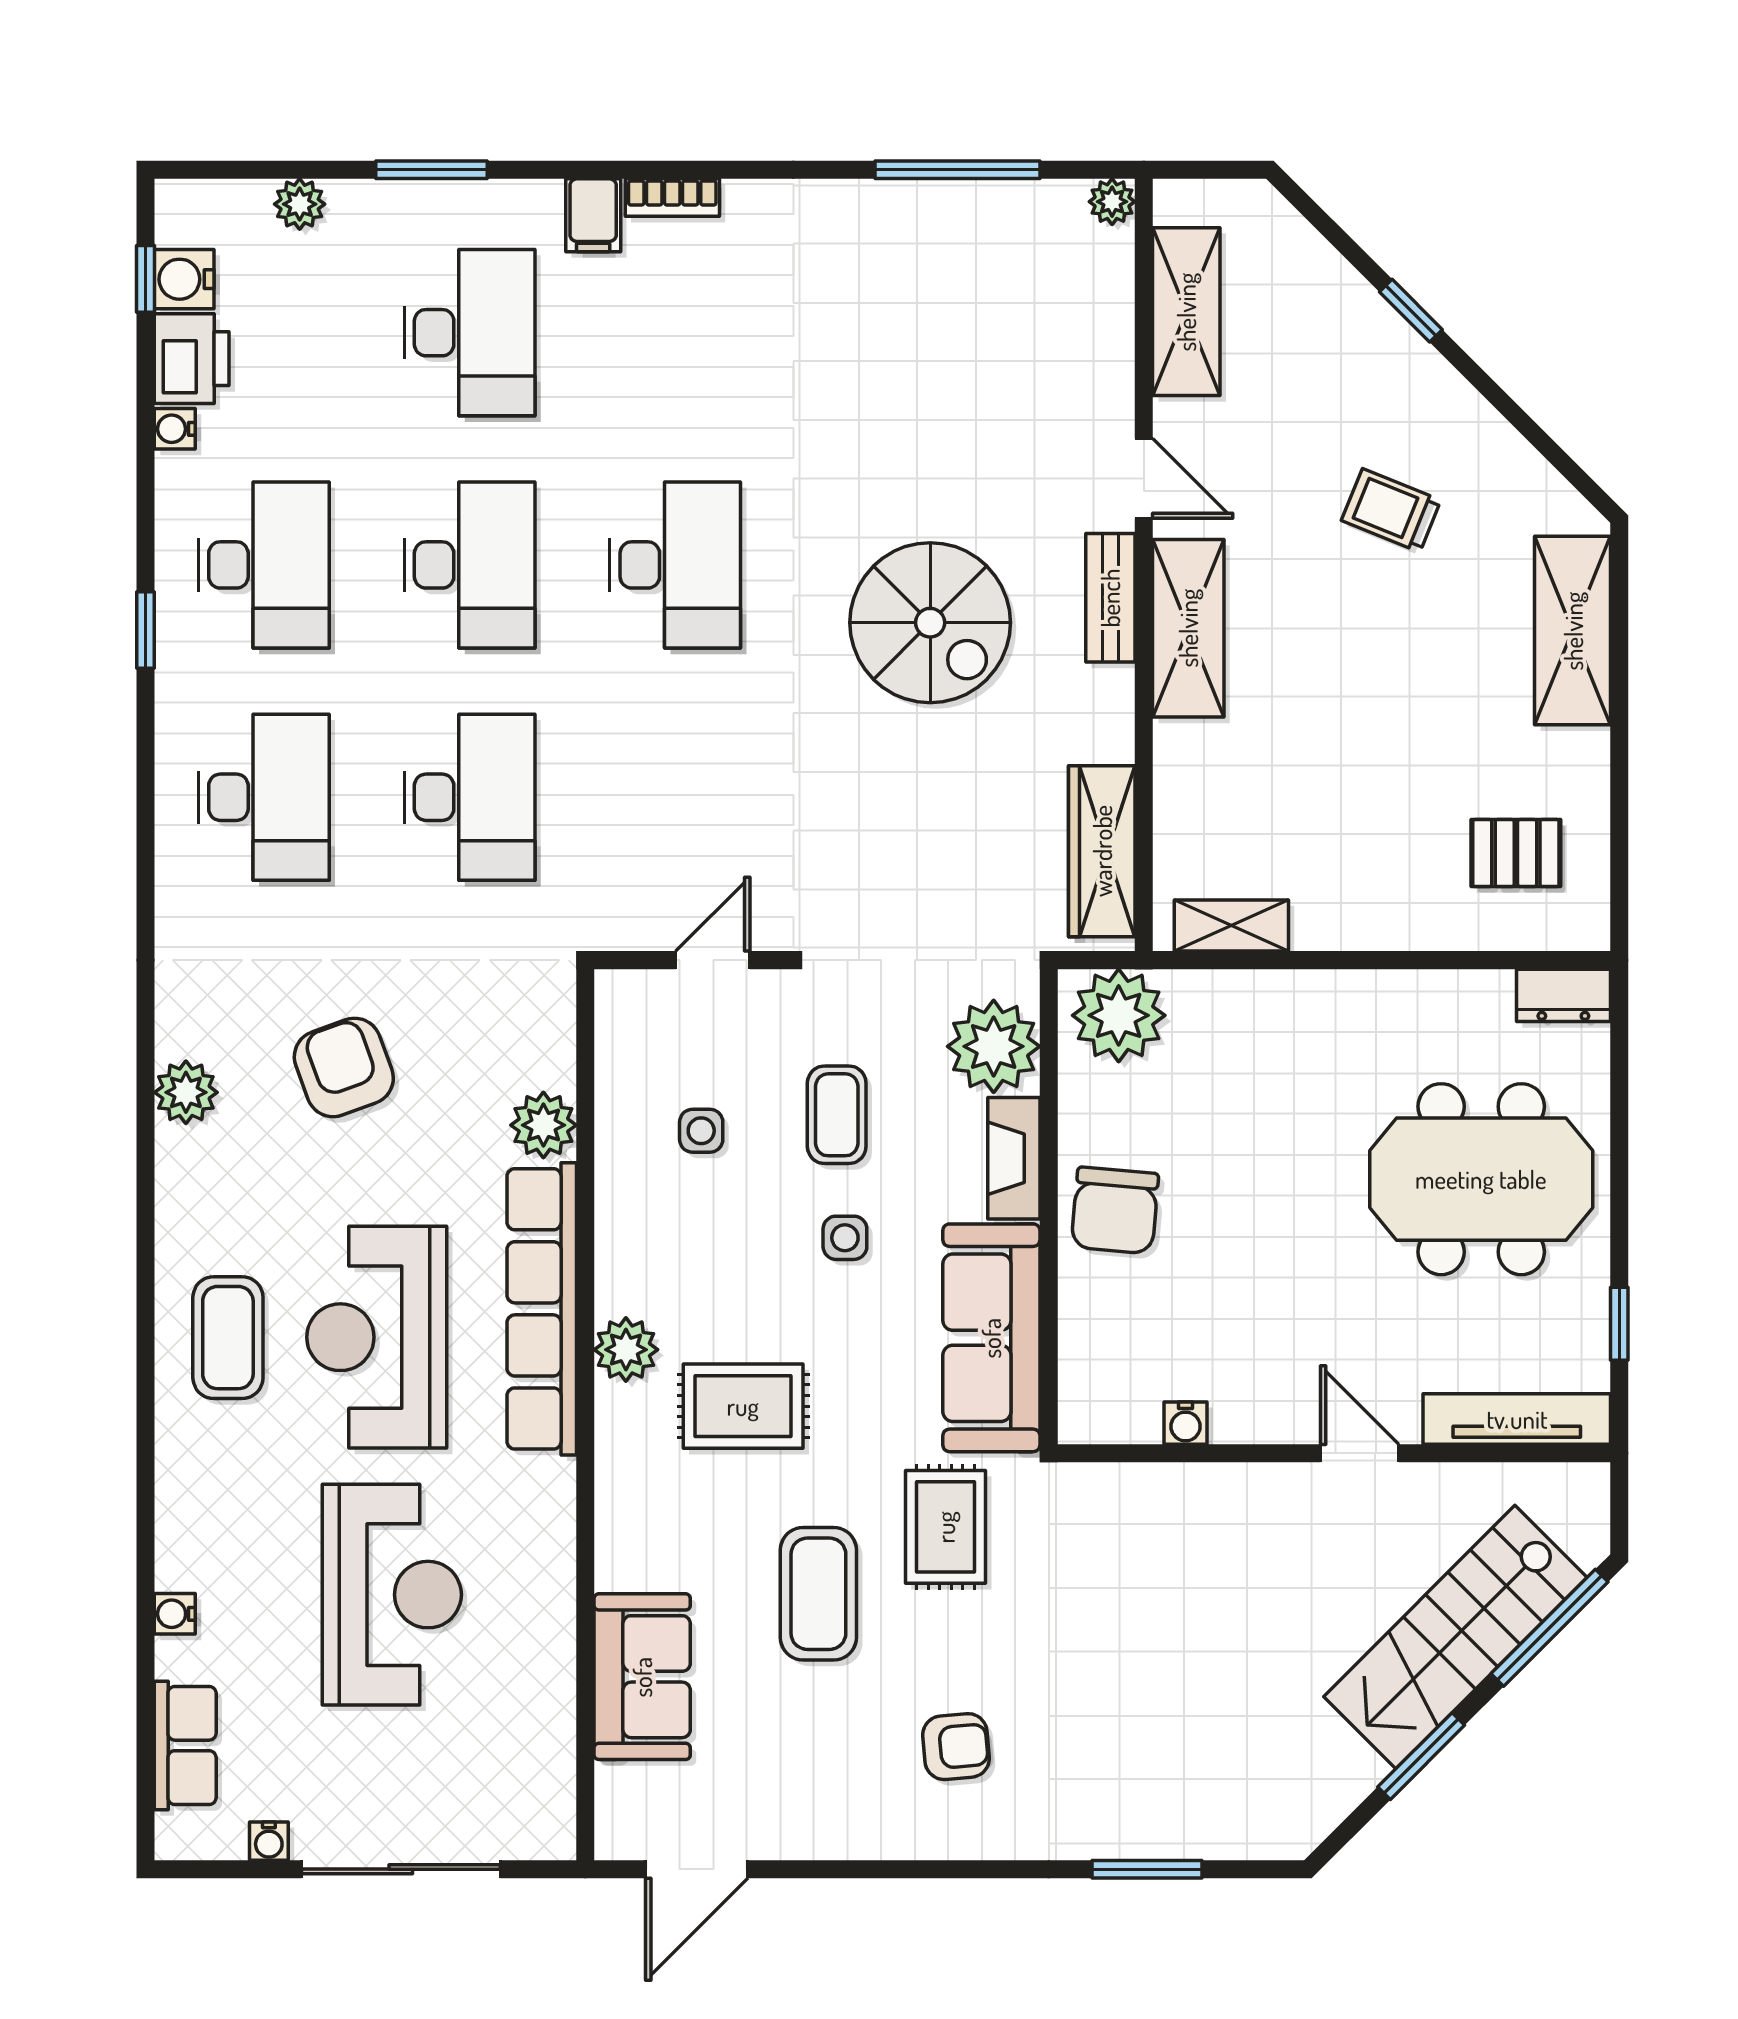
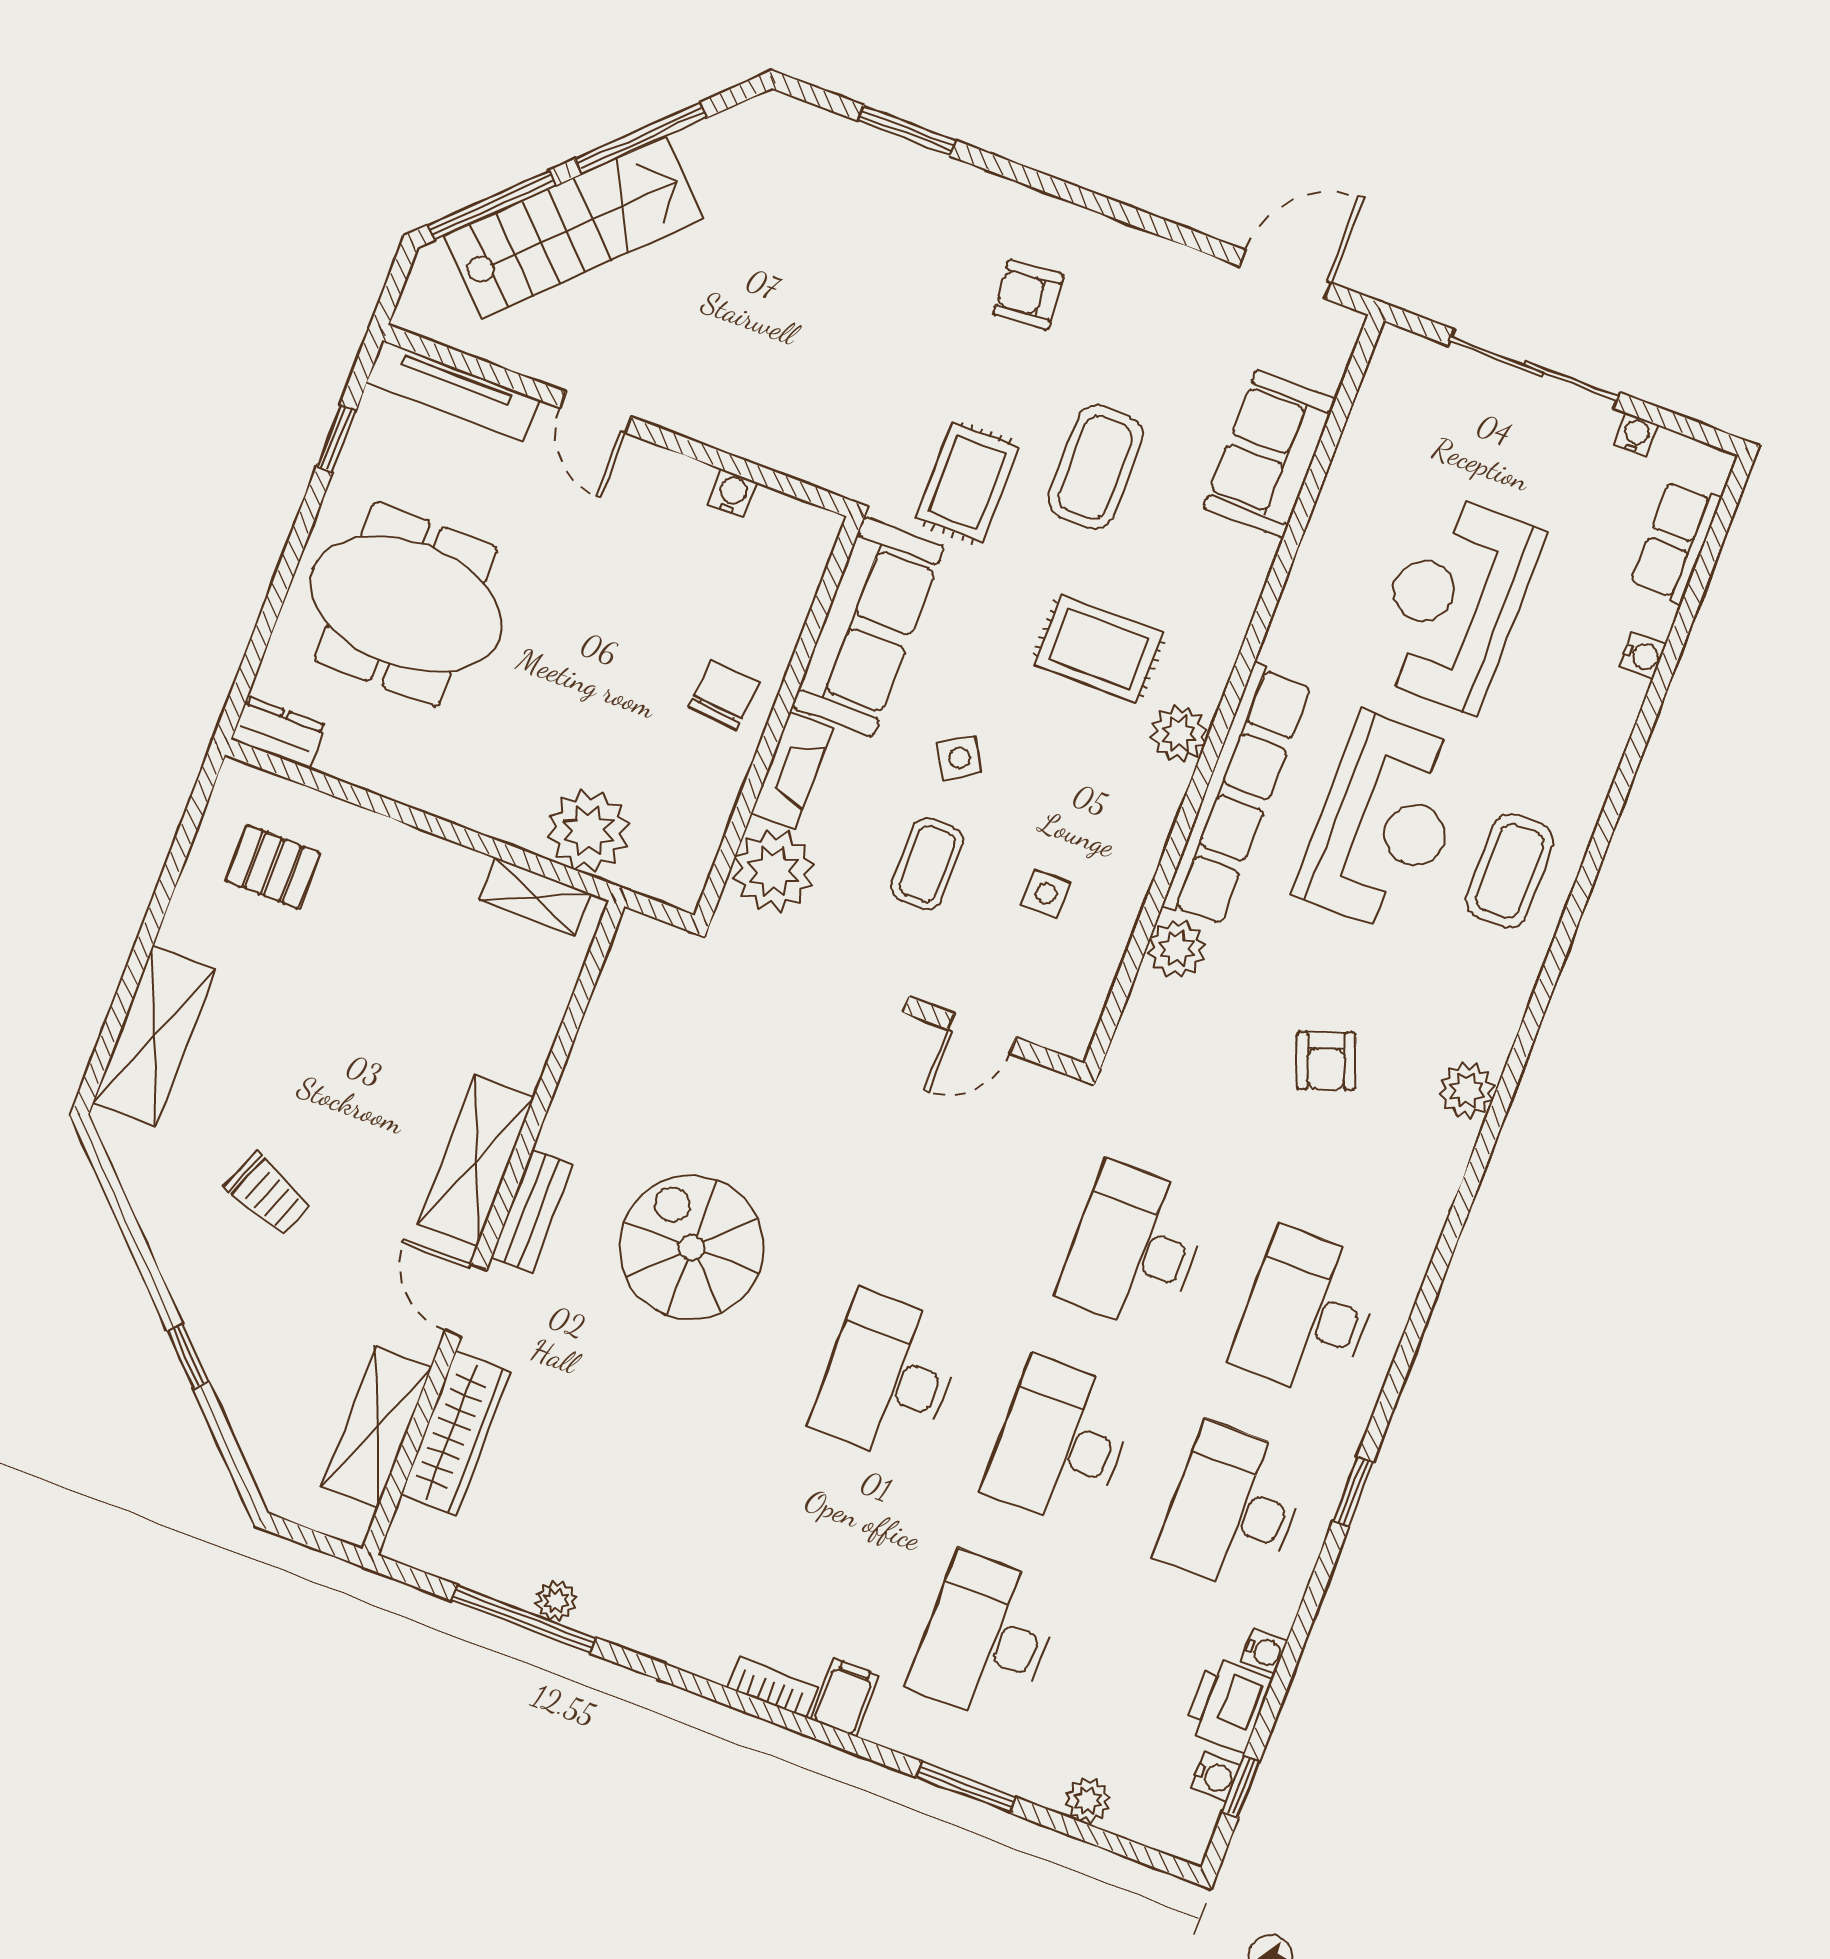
plant: (1112, 202) -> (556, 1601), moved
water cooler: (184, 279) -> (1216, 1777), width x0.72, depth x0.72
wardrobe: (1102, 851) -> (456, 1433), moved
plant: (1119, 1015) -> (588, 831), moved
armchair: (344, 1067) -> (1326, 1061), width x0.72, depth x0.72
chair: (1115, 1210) -> (724, 695), width x0.73, depth x0.73
side table: (845, 1238) -> (959, 758), turned -32
window: (1421, 1756) -> (641, 138), width x1.44

